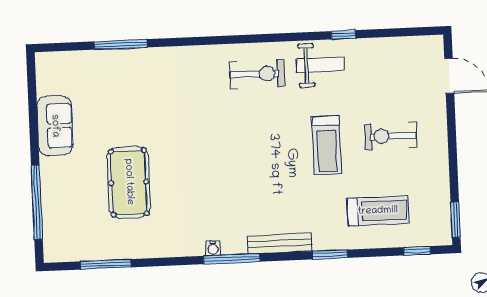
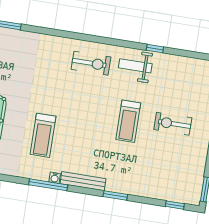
weight bench: (321, 65) -> (135, 66), turned 180
treadmill: (378, 211) -> (43, 135), moved, turned 90
water cooler: (213, 248) -> (55, 178), moved

